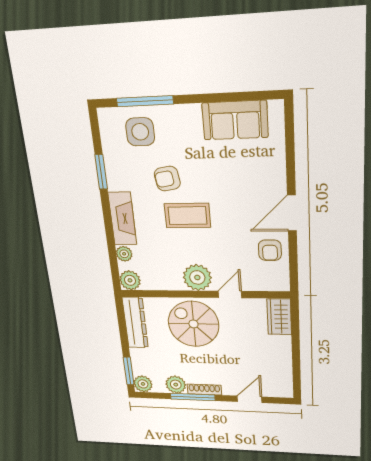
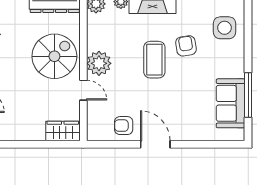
window: (145, 101) -> (248, 95), moved

